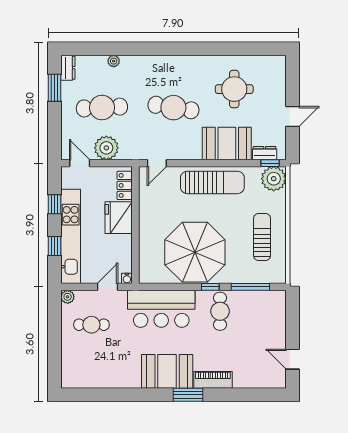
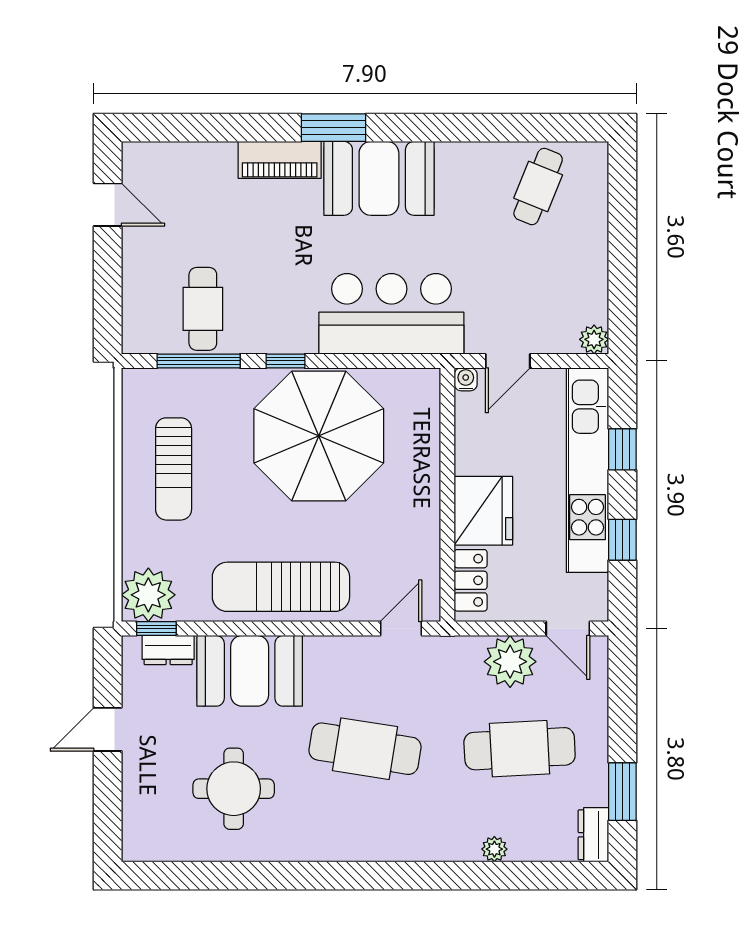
cafe table: (220, 311) -> (203, 309), moved
cafe table: (91, 325) -> (538, 187), moved, turned -68

